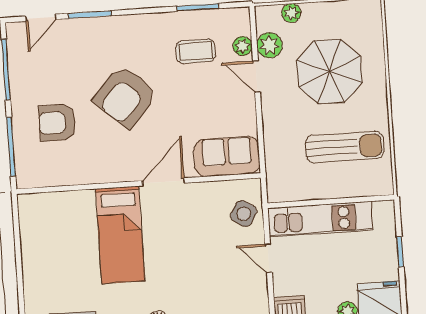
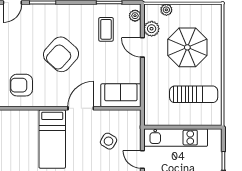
plant: (243, 46) -> (135, 16), moved
coffee table: (196, 51) -> (106, 29), turned 90
armchair: (57, 123) -> (21, 85), moved
side table: (244, 214) -> (109, 141), moved

